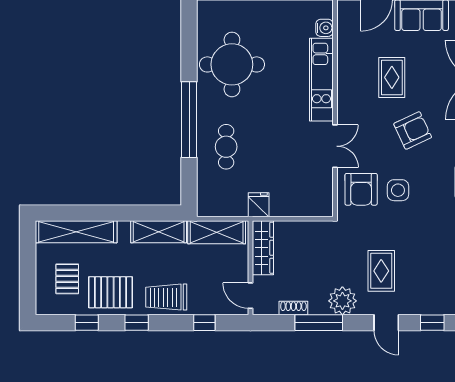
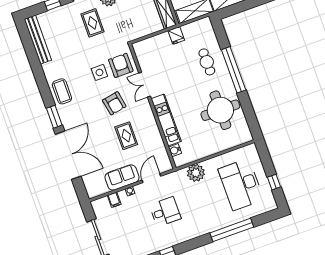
armchair: (413, 130) -> (114, 103), moved, turned -75

